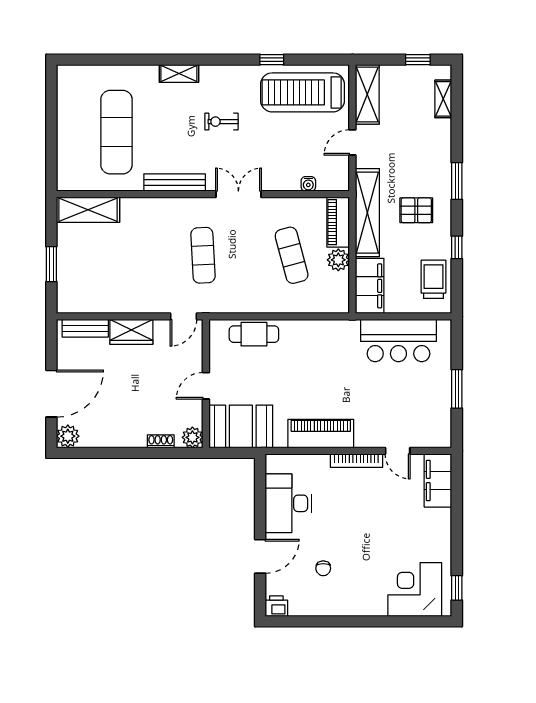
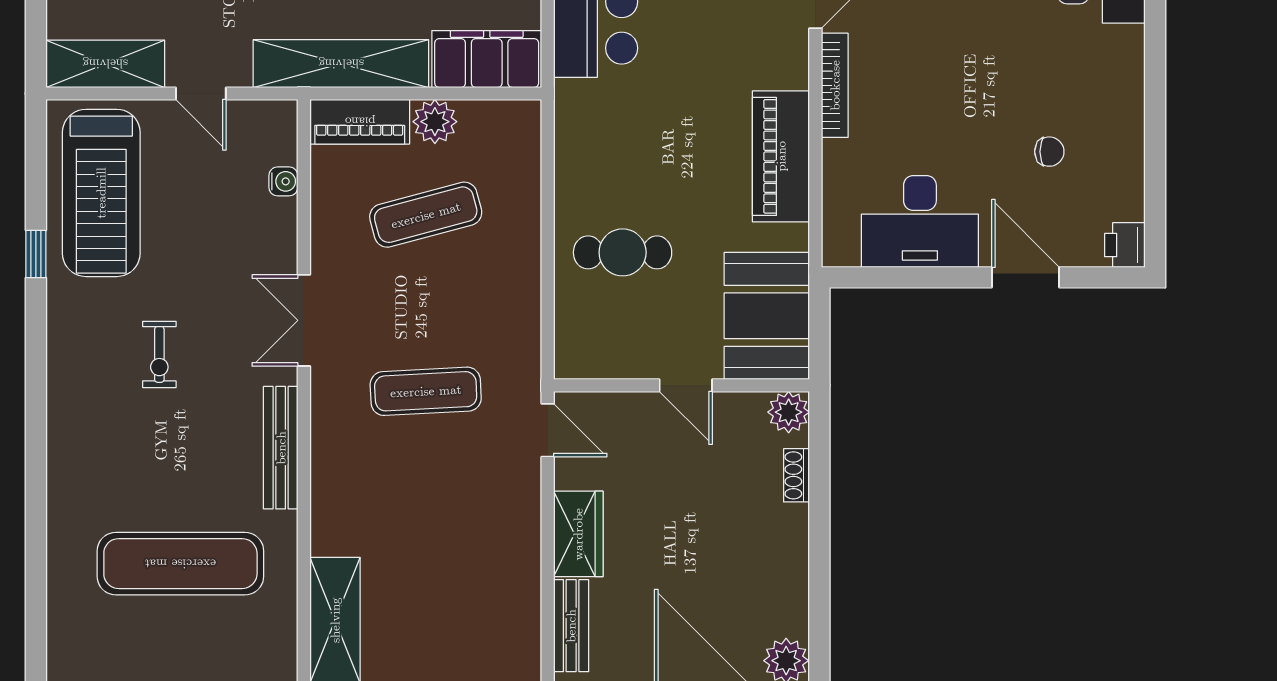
shelving: (179, 73) -> (64, 439), removed
cafe table: (254, 334) -> (623, 252), moved, turned 90

